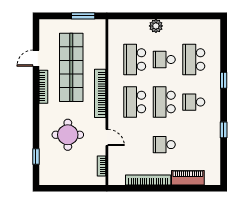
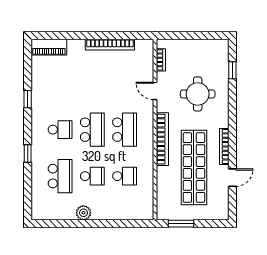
plant: (156, 26) -> (83, 213), moved
school desk: (135, 60) -> (125, 176), width x0.54
school desk: (164, 145) -> (92, 83), removed
piano: (188, 178) -> (49, 47), moved

